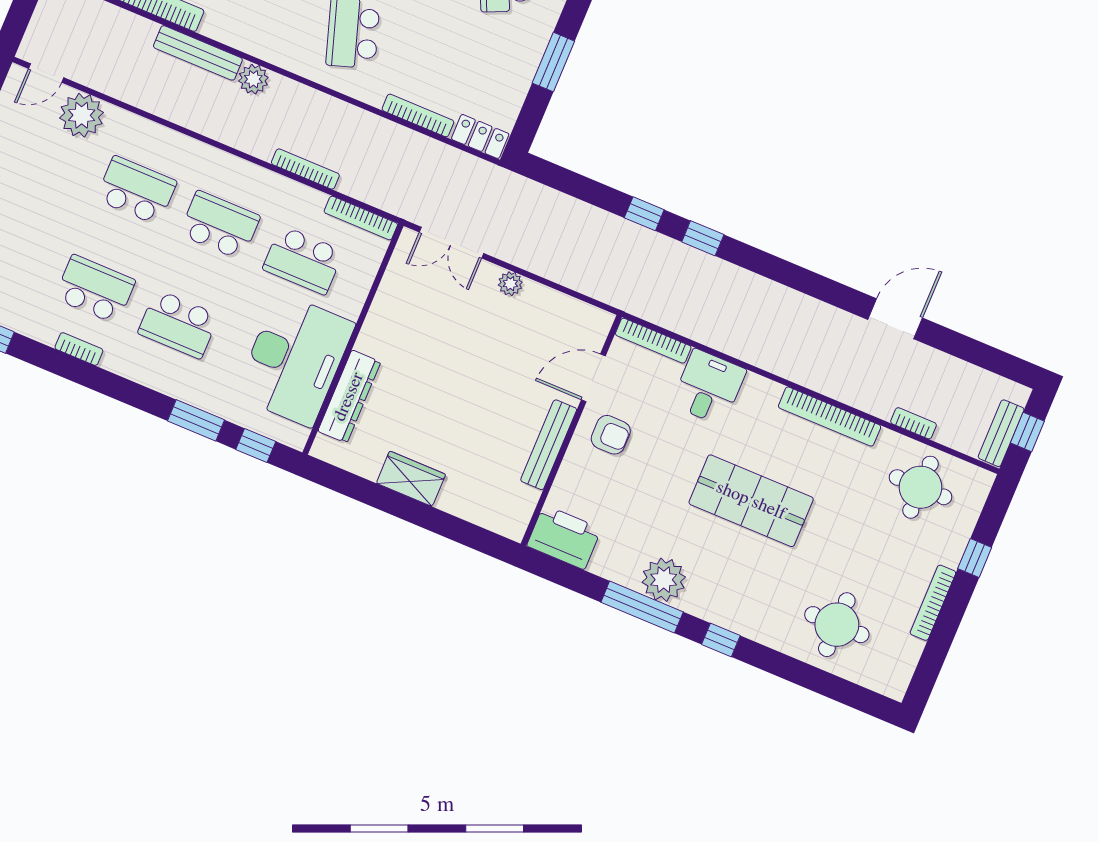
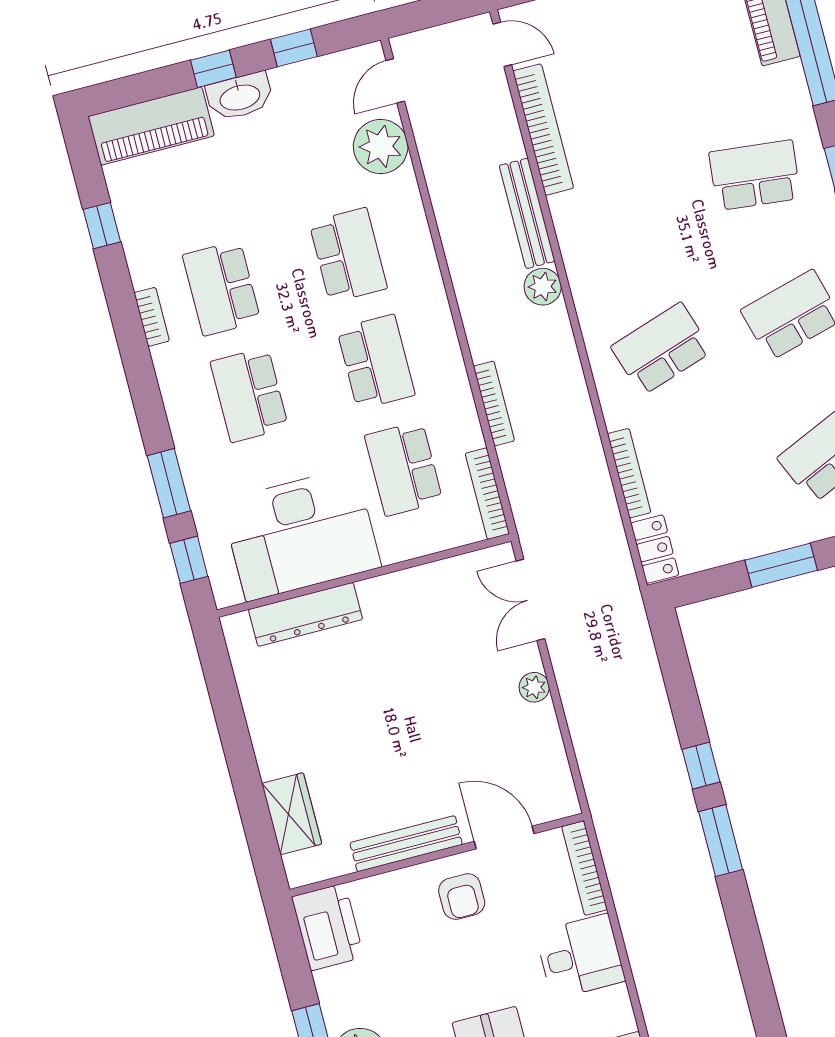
door: (46, 73) -> (395, 81), hinge flipped
window: (703, 238) -> (721, 841), width x1.50
school desk: (95, 289) -> (222, 288), turned 180
wardrobe: (411, 479) -> (292, 814), moved

